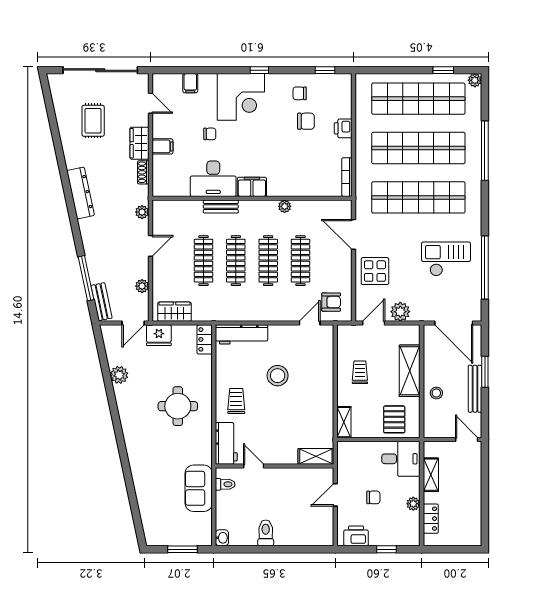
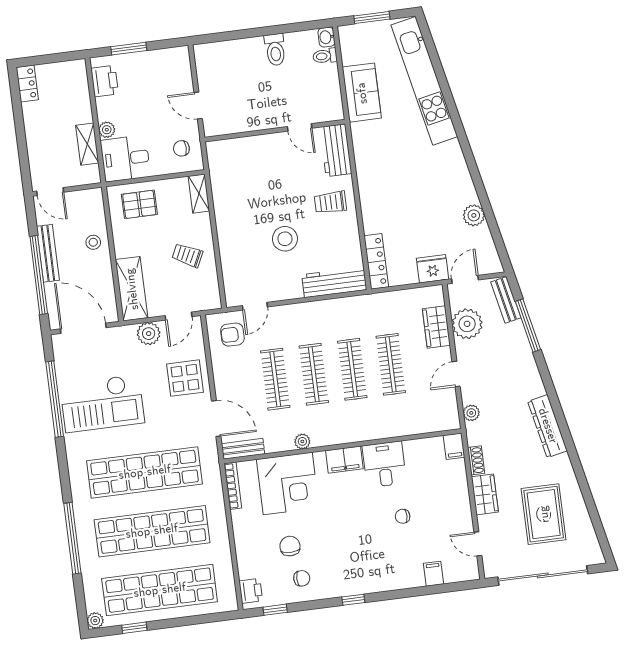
corner desk: (241, 97) -> (288, 483), moved, turned 180
rug: (93, 121) -> (544, 514), width x1.36, depth x1.43
chair: (306, 121) -> (290, 546), turned 90
printer: (343, 128) -> (251, 591), moved
filing cabinet: (162, 146) -> (454, 446), moved, turned -90
desk: (213, 179) -> (384, 464), width x0.73
bench: (221, 207) -> (243, 449), moved
checkout: (446, 259) -> (102, 403), width x1.36, depth x1.21
plant: (142, 286) -> (467, 324), width x1.87, depth x1.87
wardrobe: (174, 312) -> (436, 327), moved, turned 90
locker: (205, 339) -> (376, 261), width x1.53
shelving: (410, 371) -> (132, 289), moved
trolley: (360, 372) -> (187, 255), turned 116
window: (485, 372) -> (39, 275), width x2.11
trolley: (236, 401) -> (330, 202), turned 90
round table: (178, 406) -> (399, 187), removed
pallet: (394, 419) -> (139, 204), turned 90
shelving: (316, 456) -> (227, 148), removed
toilet: (225, 484) -> (325, 56), moved
kitchen unit: (146, 491) -> (424, 81), added
door: (335, 495) -> (198, 105), swing flipped
chair: (373, 497) -> (181, 148), moved
plant: (413, 504) -> (107, 130), moved
locker: (431, 519) -> (27, 84), moved, turned 180
printer: (356, 536) -> (105, 81), moved, turned -90
window: (387, 549) -> (129, 49), width x1.50

